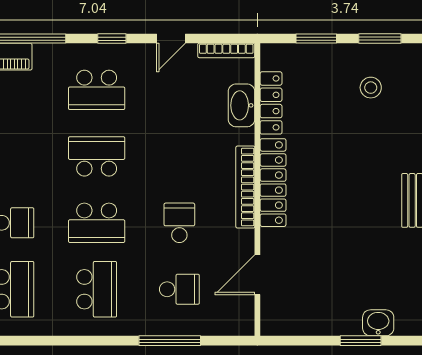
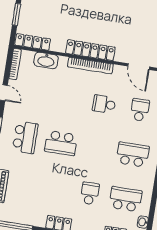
locker: (271, 103) -> (33, 42), moved
school desk: (97, 156) -> (61, 143), turned -90
school desk: (97, 223) -> (97, 149), removed

